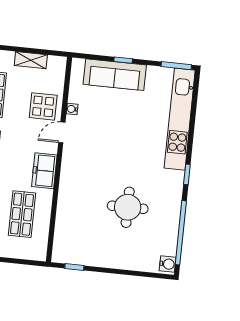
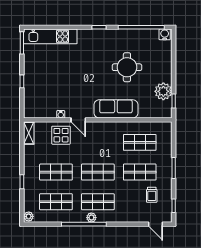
shelving: (31, 60) -> (29, 133), moved
sofa: (115, 75) -> (116, 109), moved, turned -90
kitchen unit: (180, 119) -> (50, 36), width x0.73
freezer: (44, 171) -> (107, 130), removed
plant: (89, 254) -> (163, 91), added

